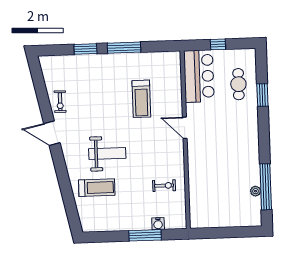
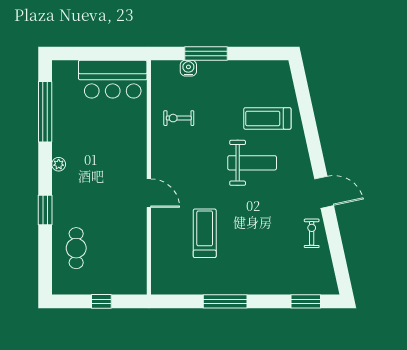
window: (85, 49) -> (306, 301), moved
bar counter: (199, 76) -> (113, 79), moved, turned -90
window: (262, 95) -> (45, 210), moved
weight bench: (107, 154) -> (252, 163), turned 180
plant: (256, 191) -> (59, 164), moved

